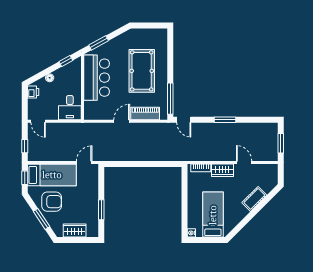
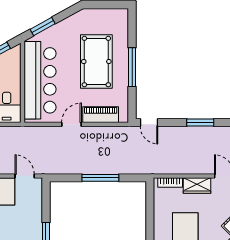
bar counter: (97, 78) -> (40, 80), width x1.36
window: (170, 99) -> (132, 67), moved
door: (84, 163) -> (25, 176), hinge flipped
window: (145, 164) -> (100, 178), added

